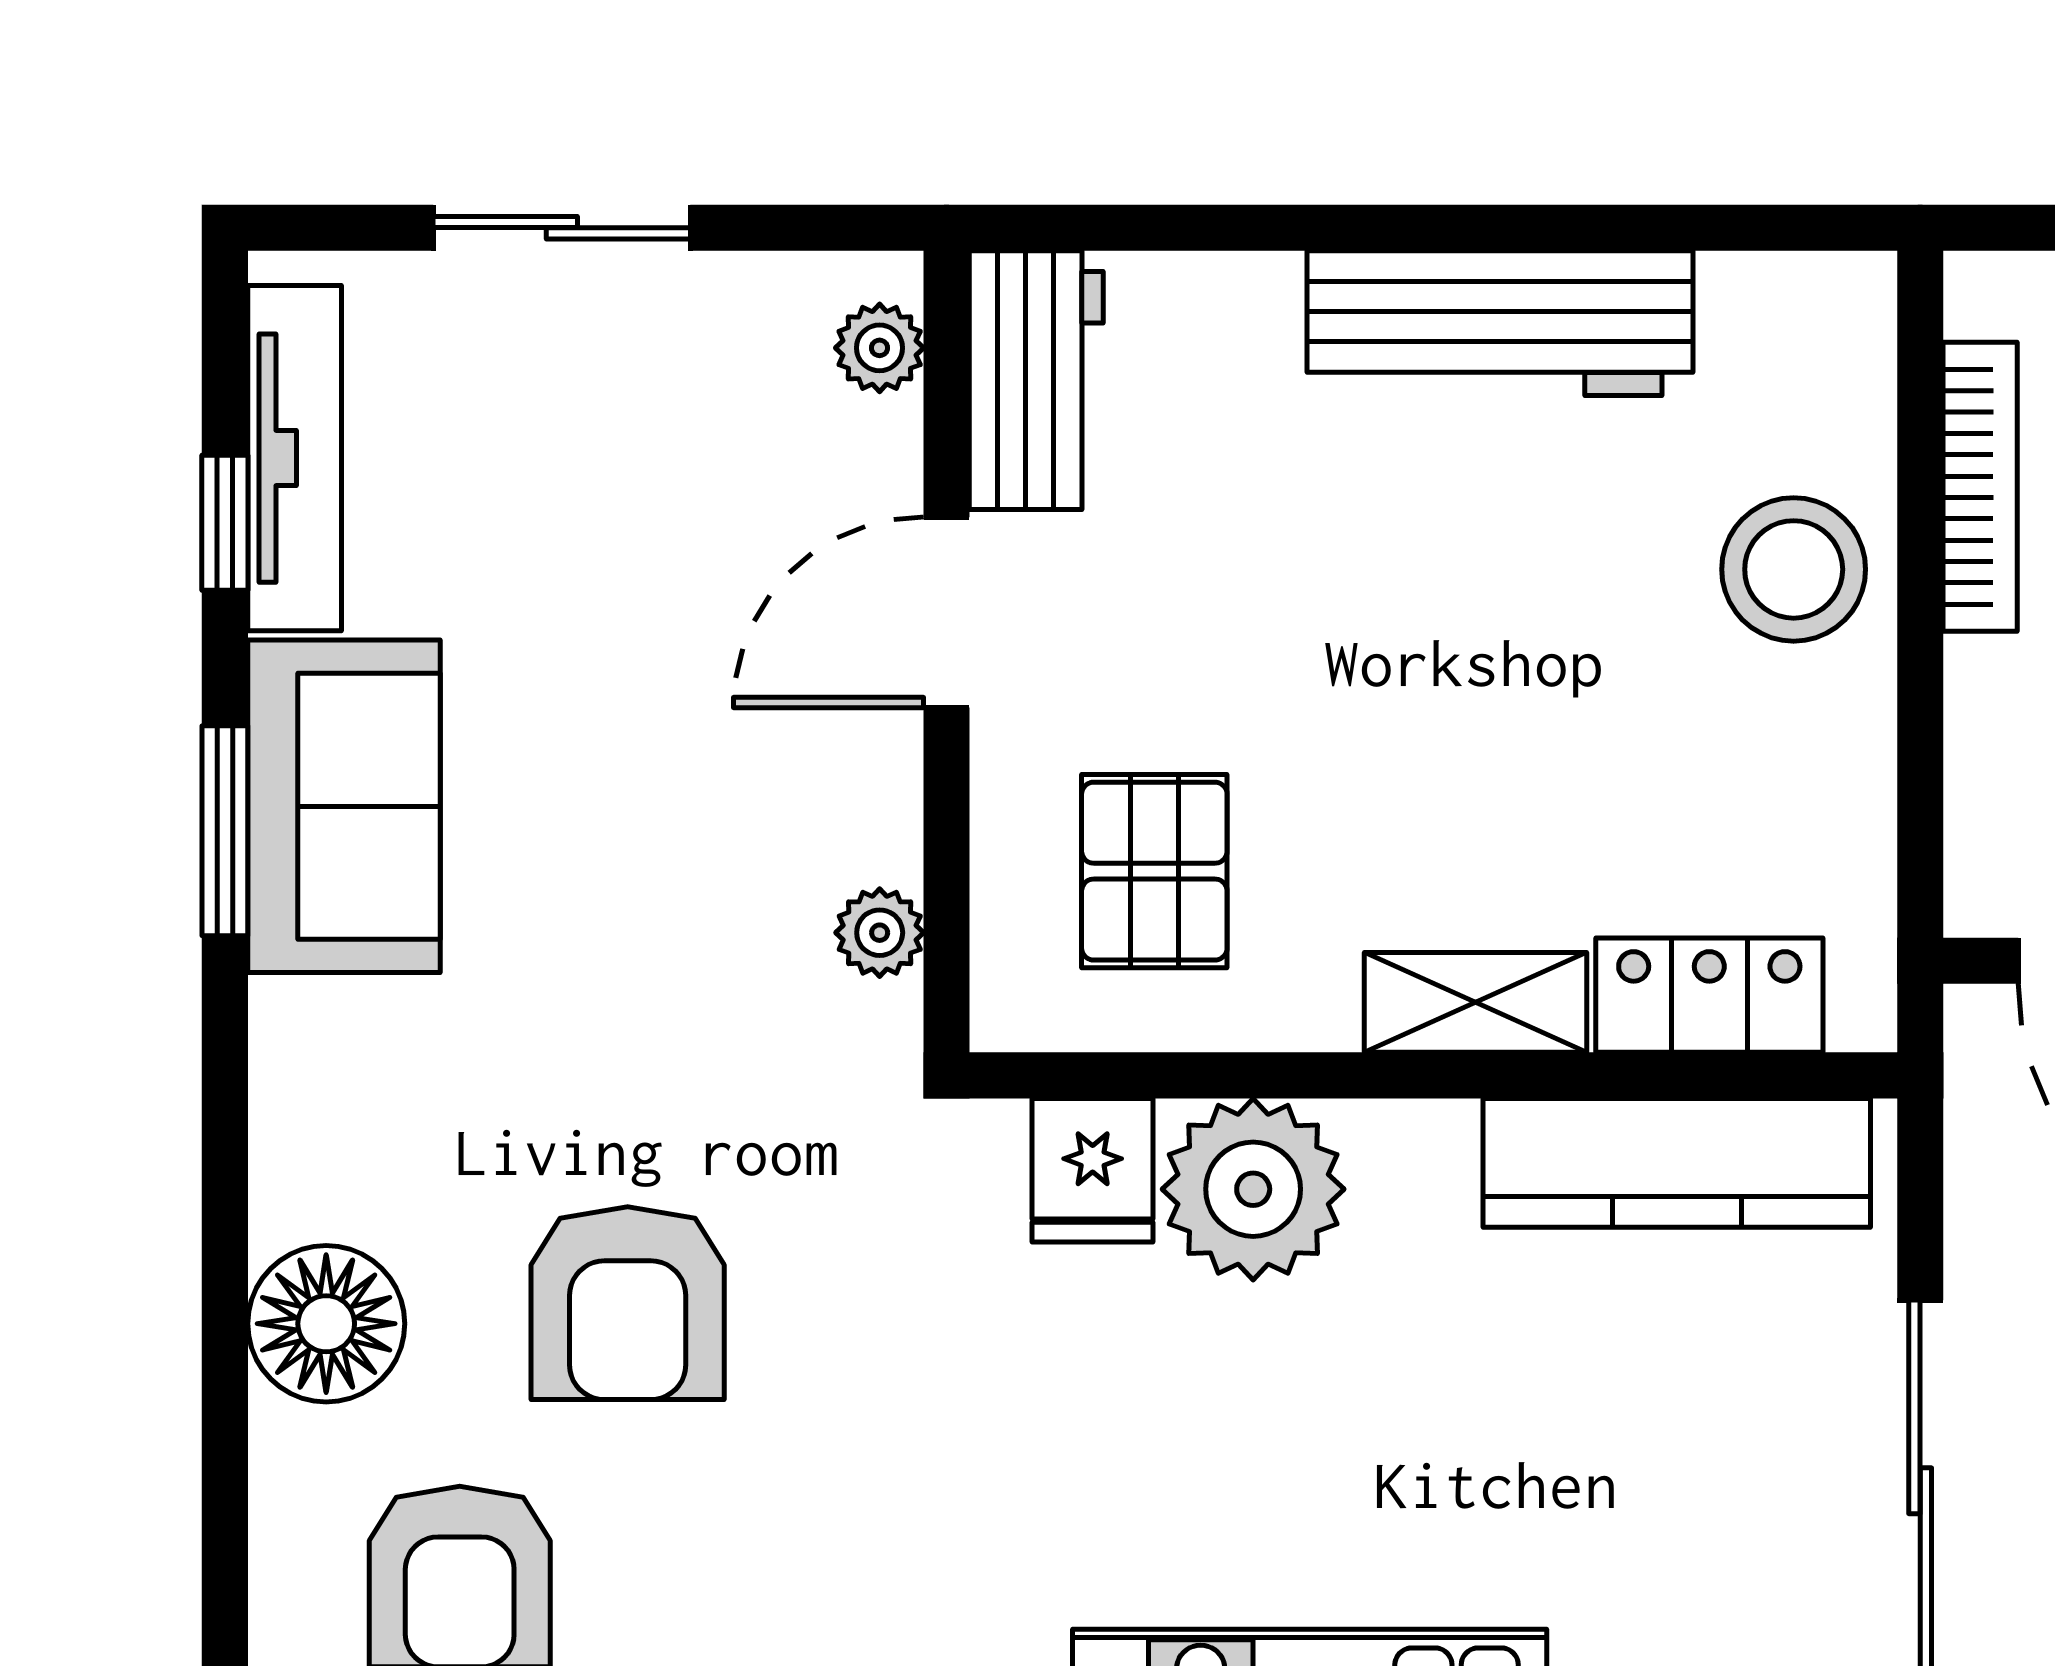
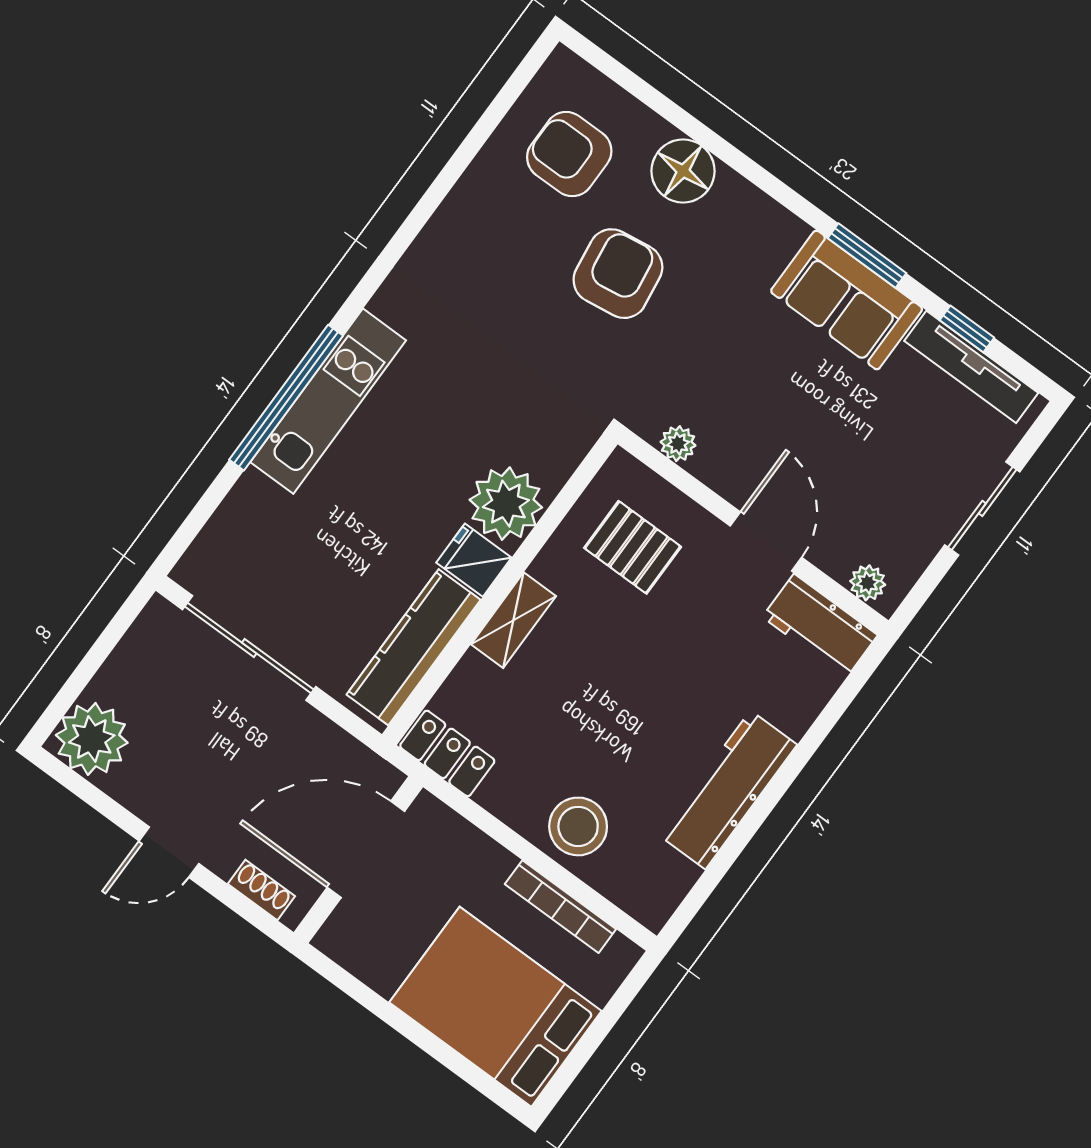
locker: (1709, 995) -> (447, 753), moved, turned -90
fridge: (1093, 1170) -> (474, 560), moved
armchair: (628, 1303) -> (618, 274), turned 82

